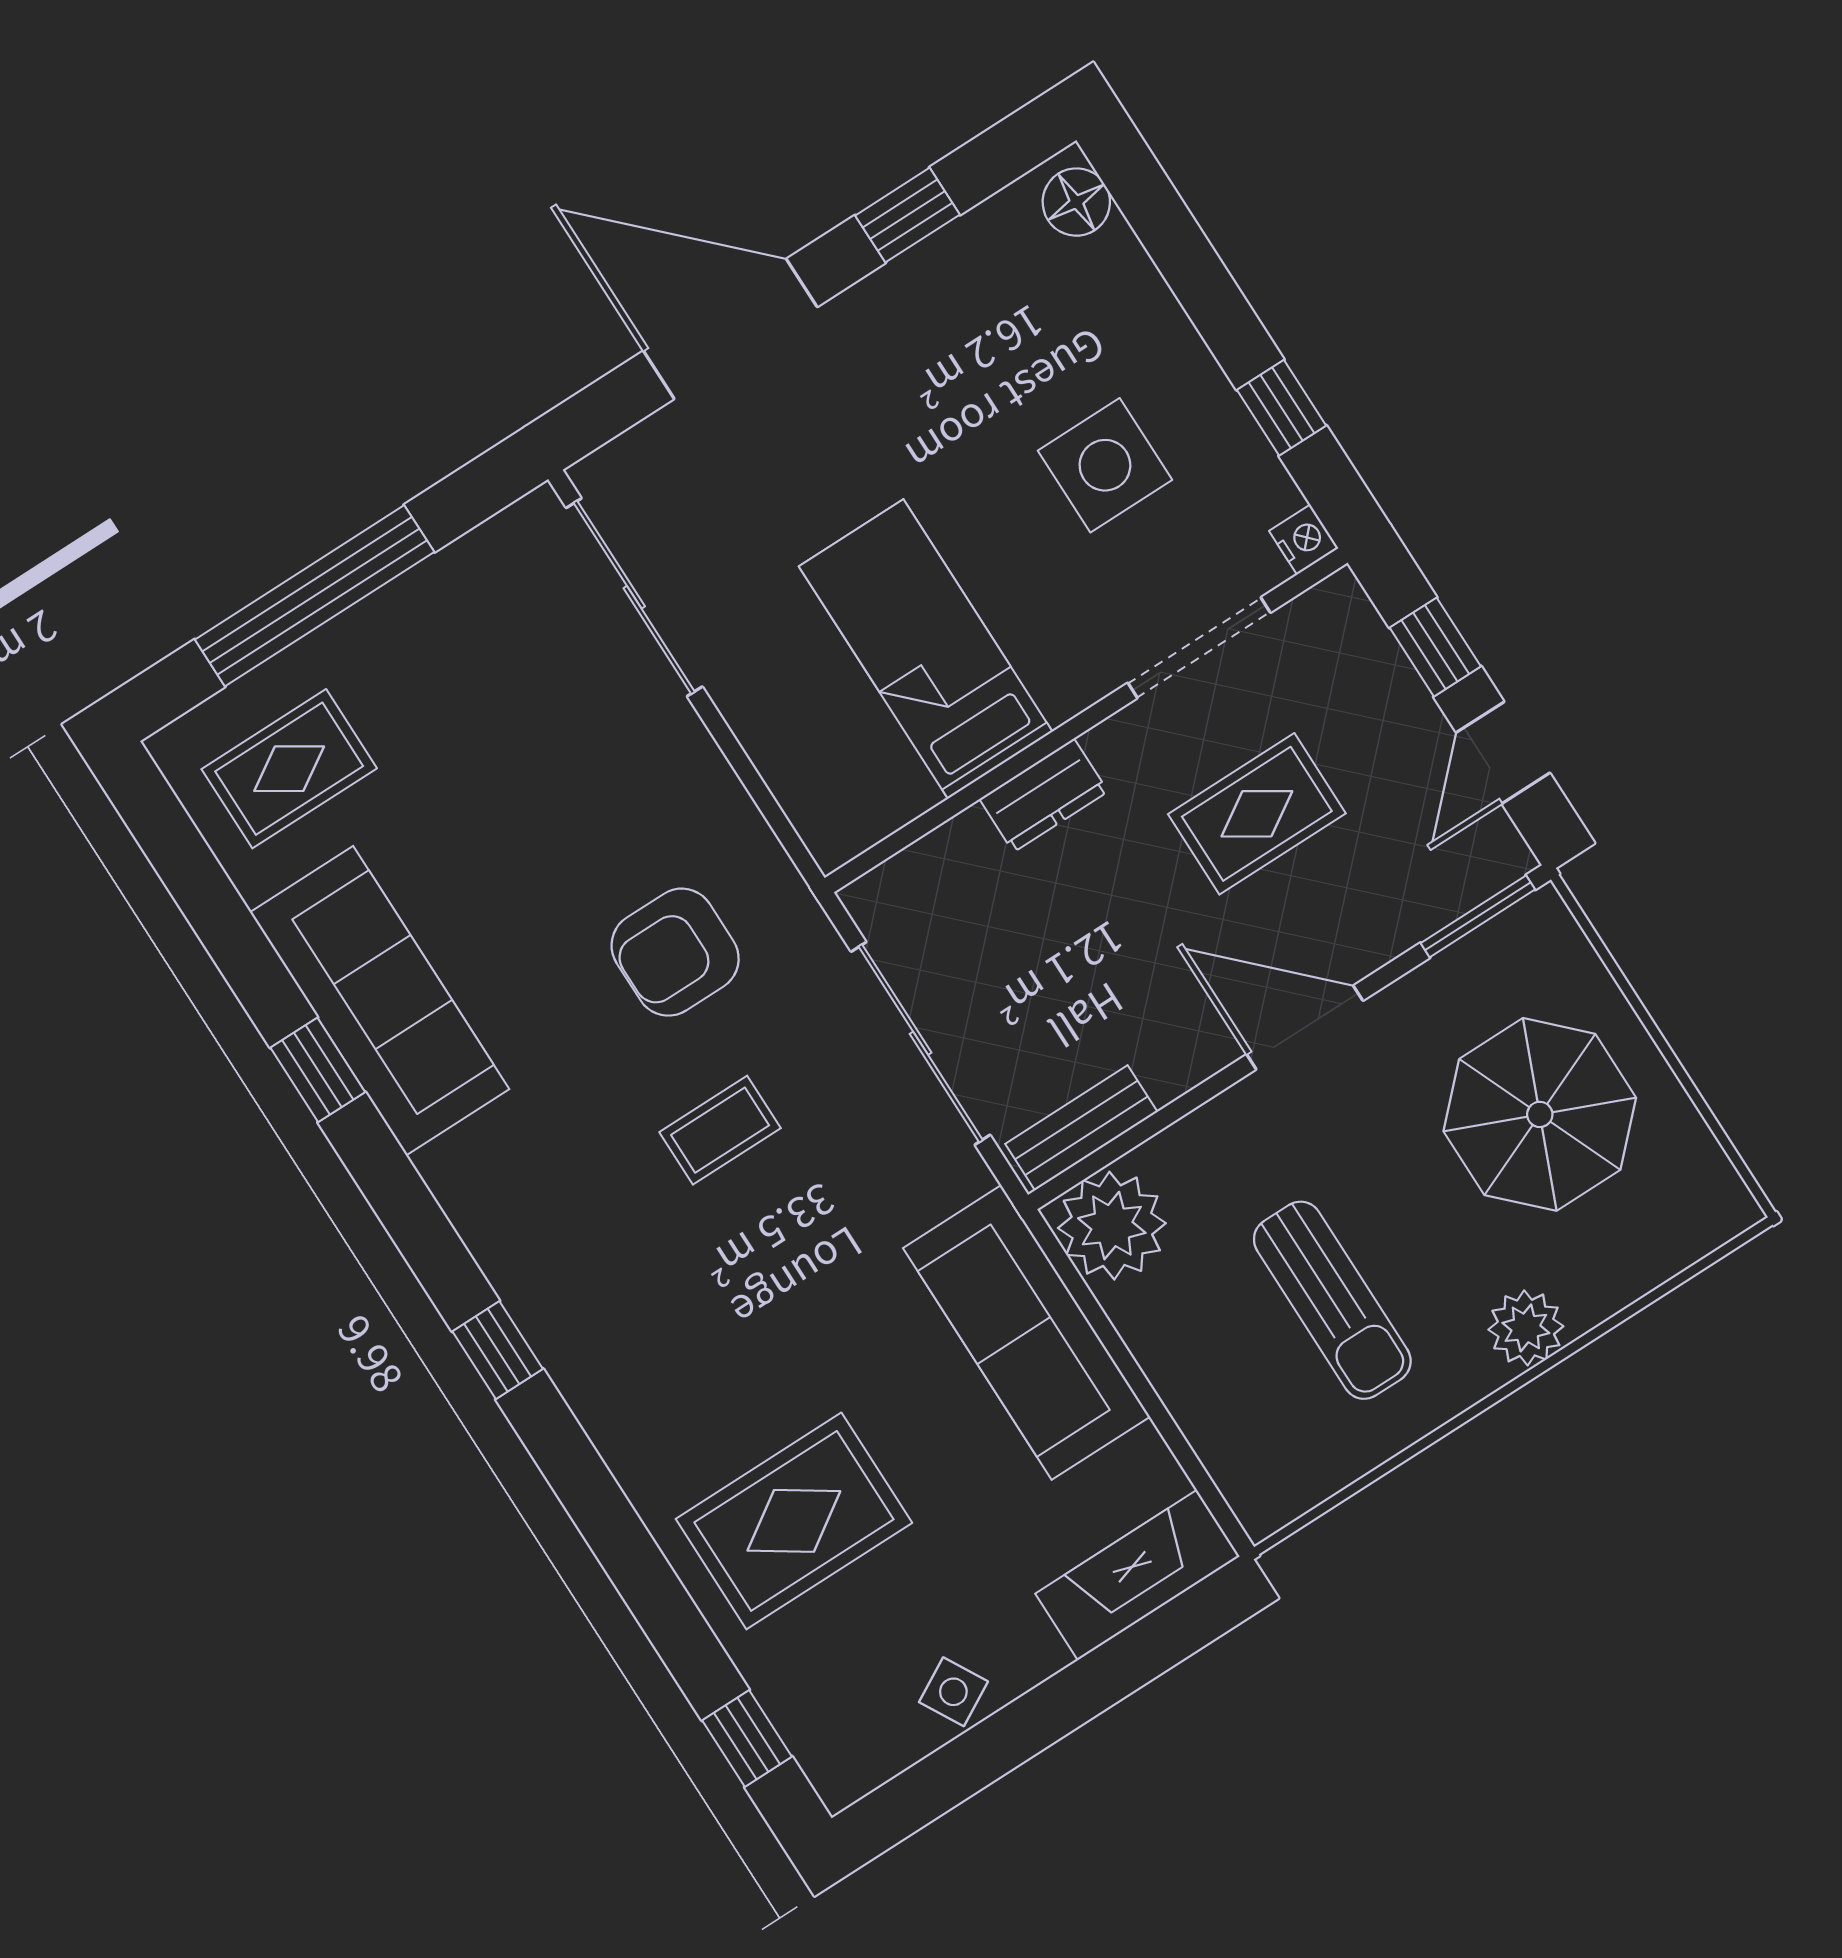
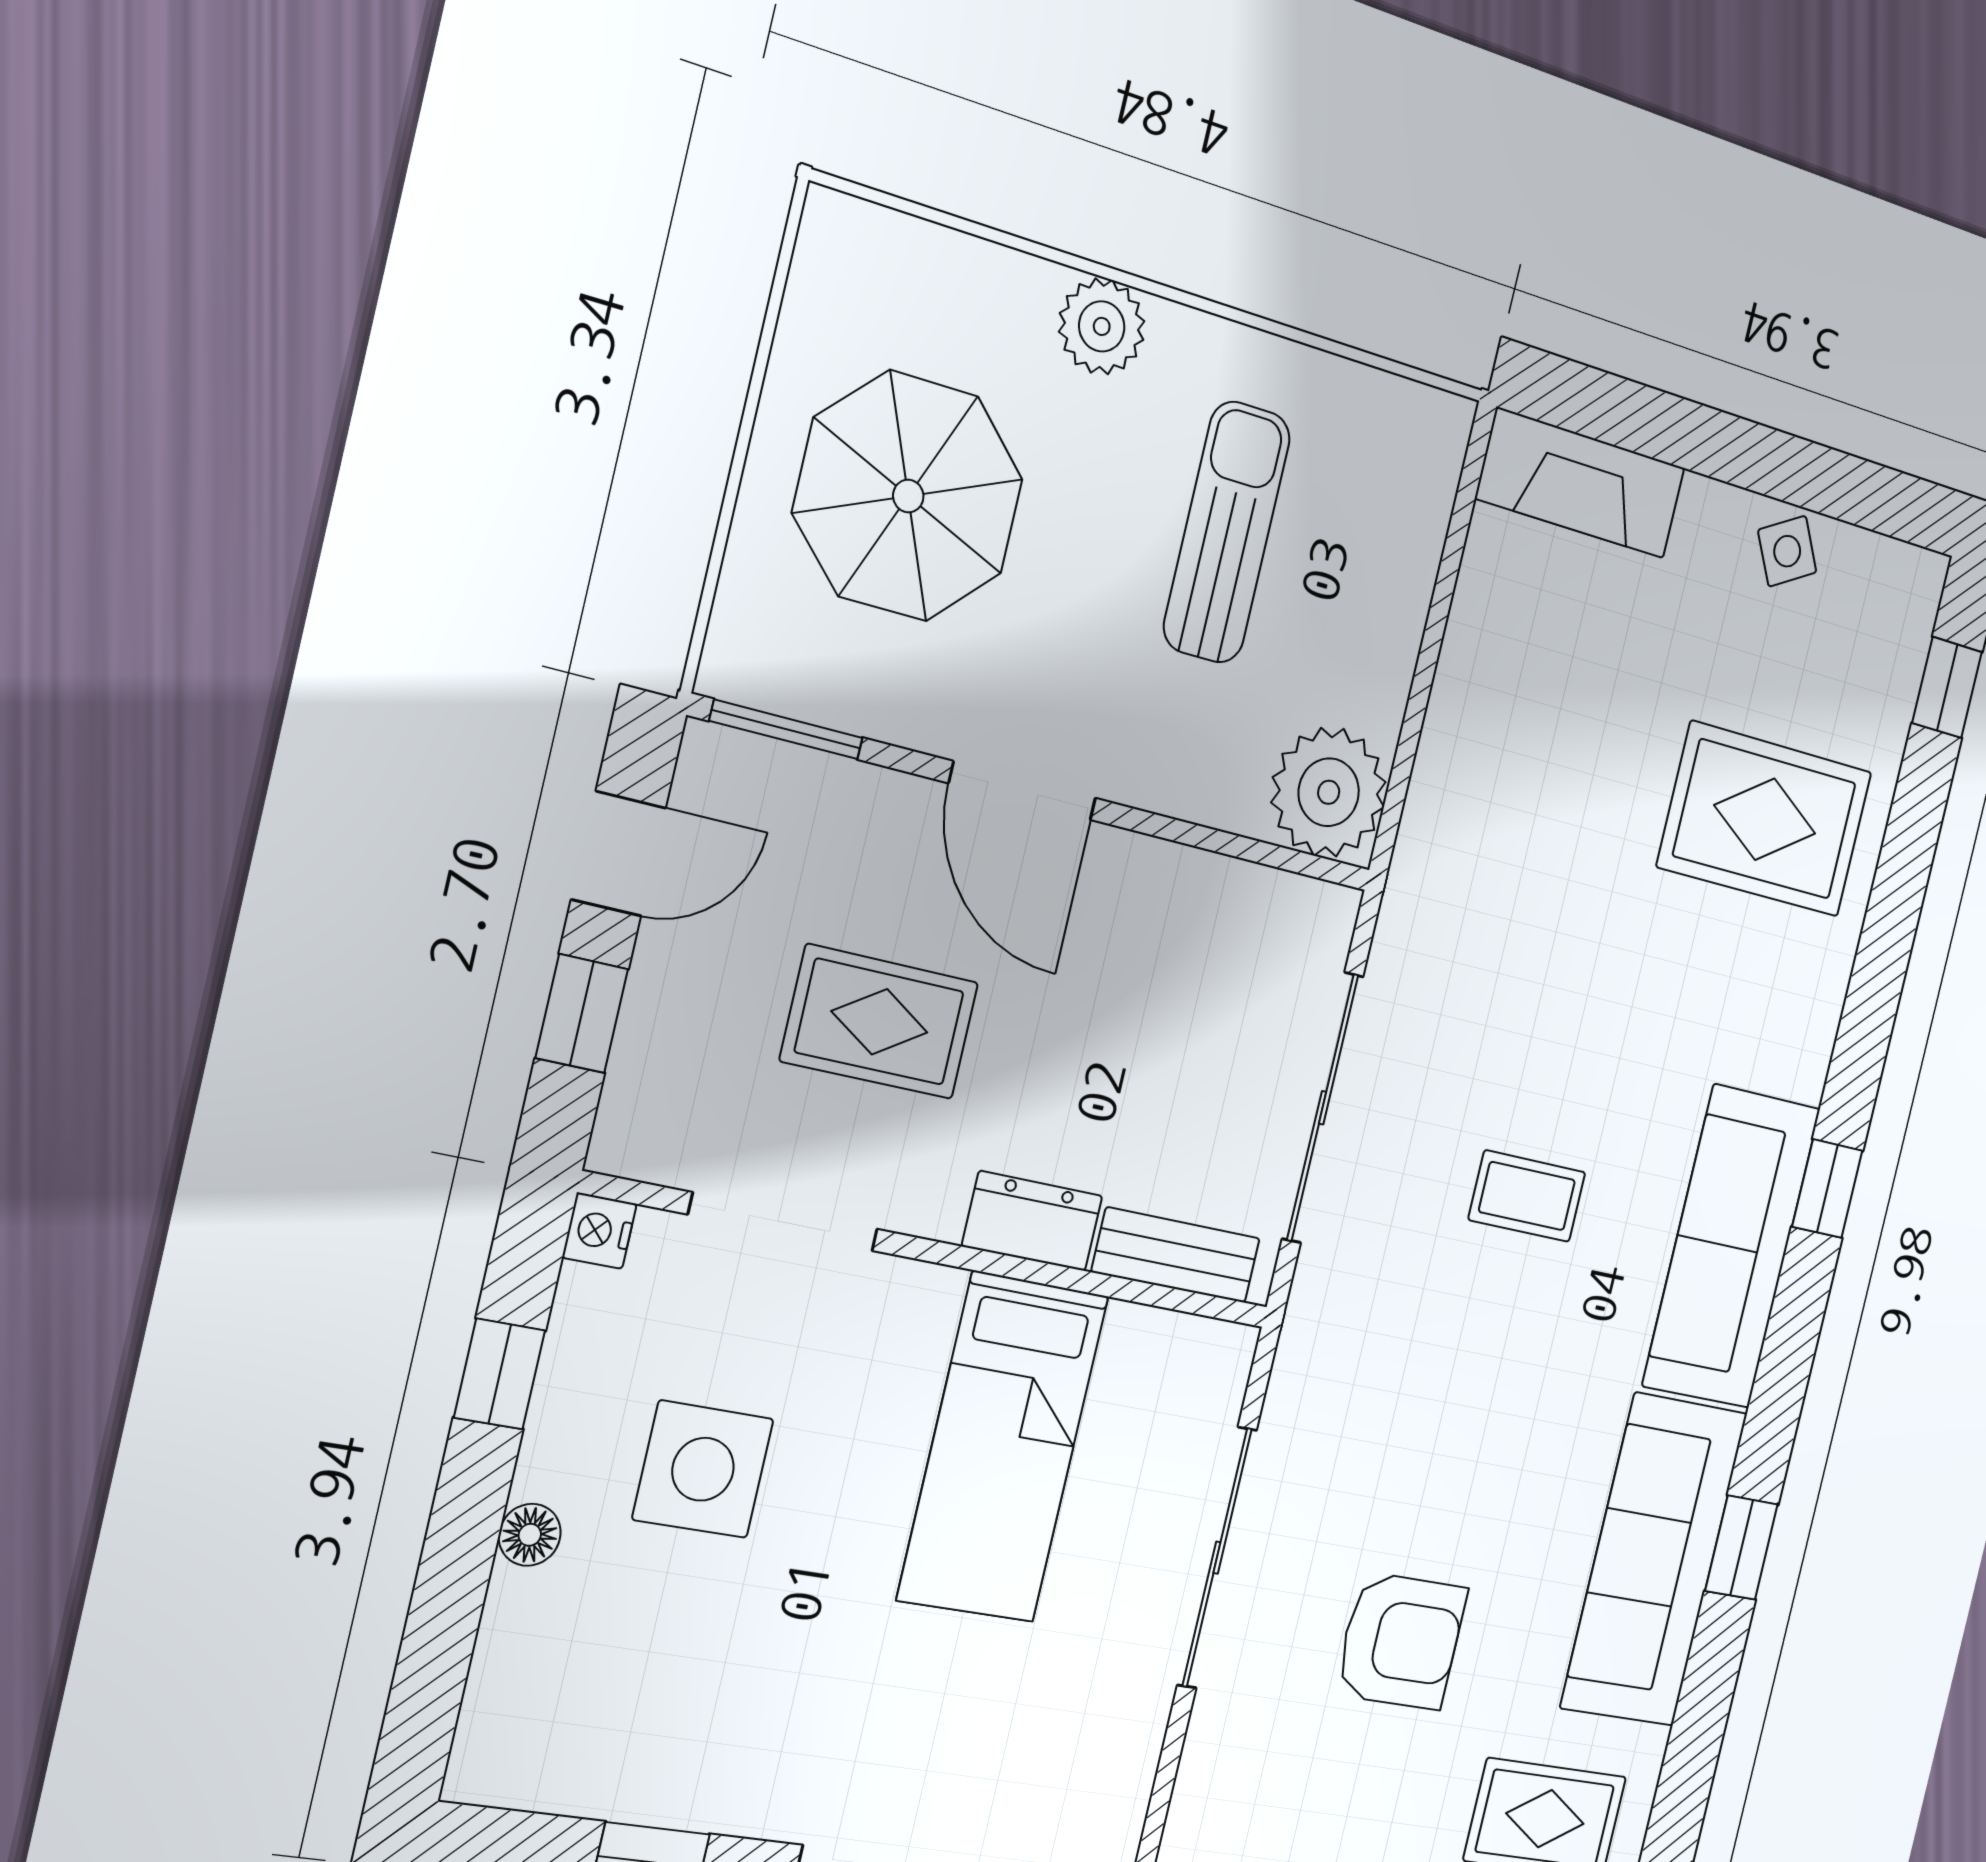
floor lamp: (1076, 202) -> (530, 1535), moved, width x0.73, depth x0.73
sliding door: (634, 597) -> (1217, 1558), moved
armchair: (675, 952) -> (1401, 1641), moved
bench: (1081, 1128) -> (1176, 1255), moved
sofa: (1027, 1332) -> (1731, 1247), moved, turned 180

